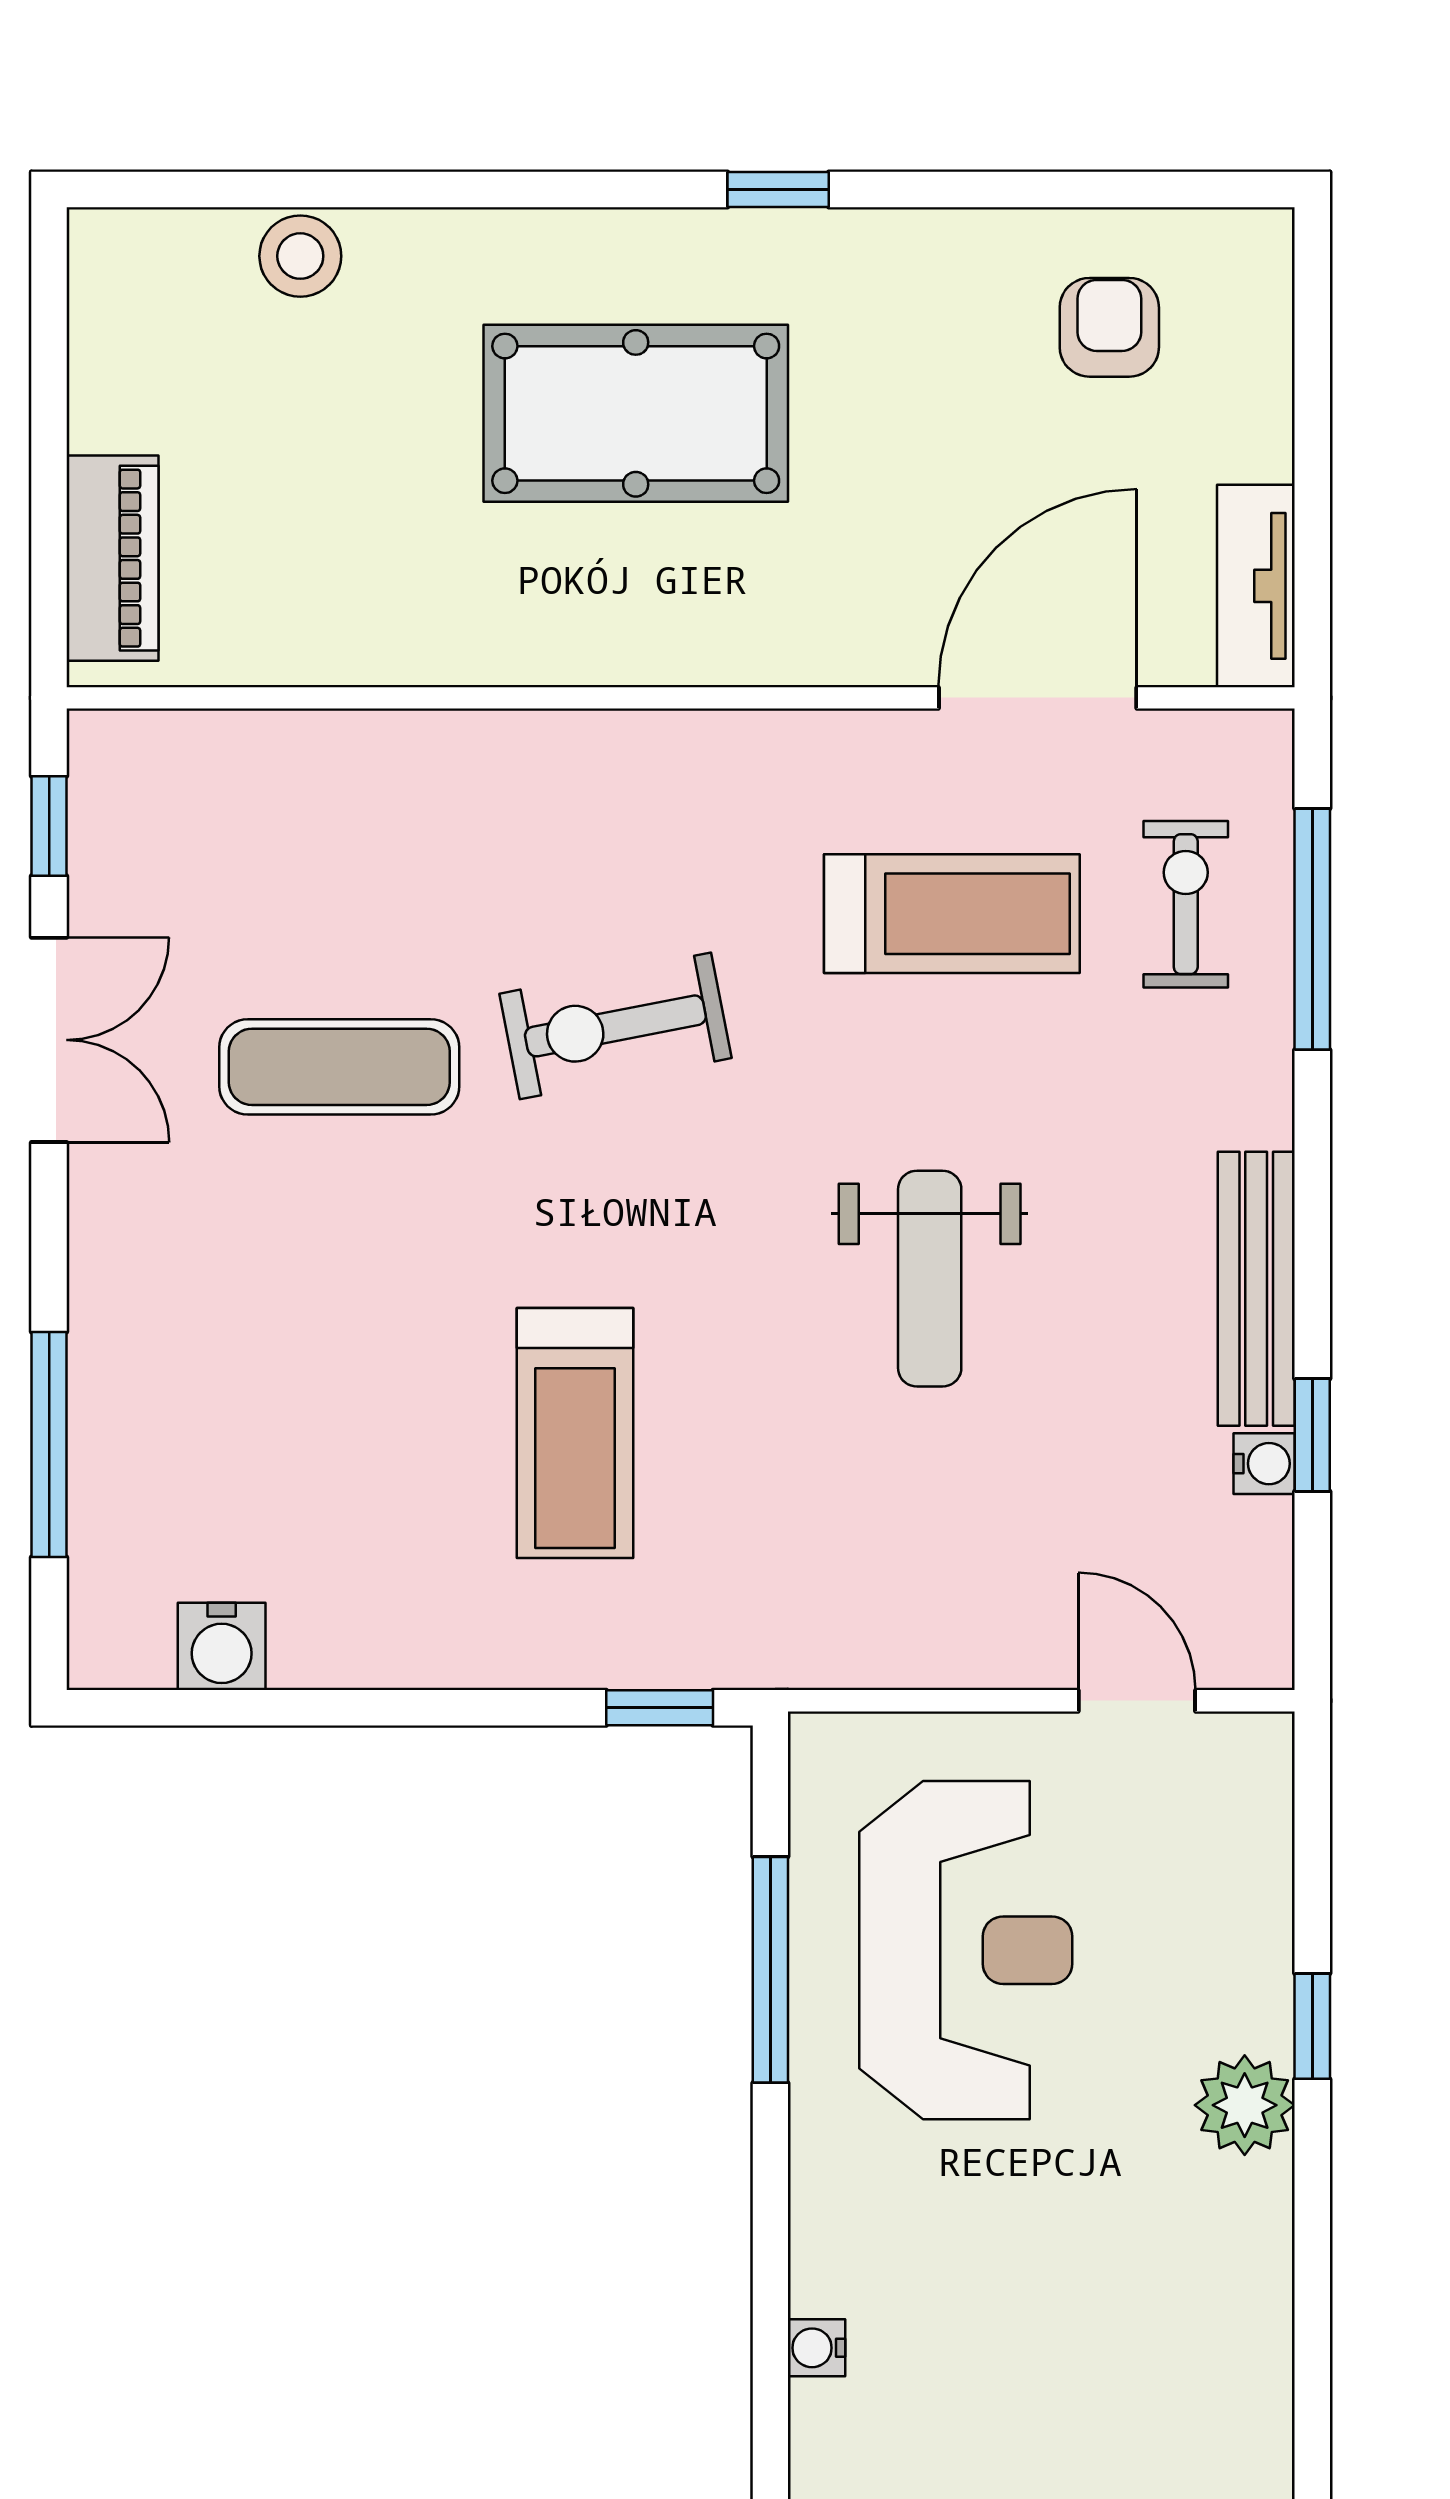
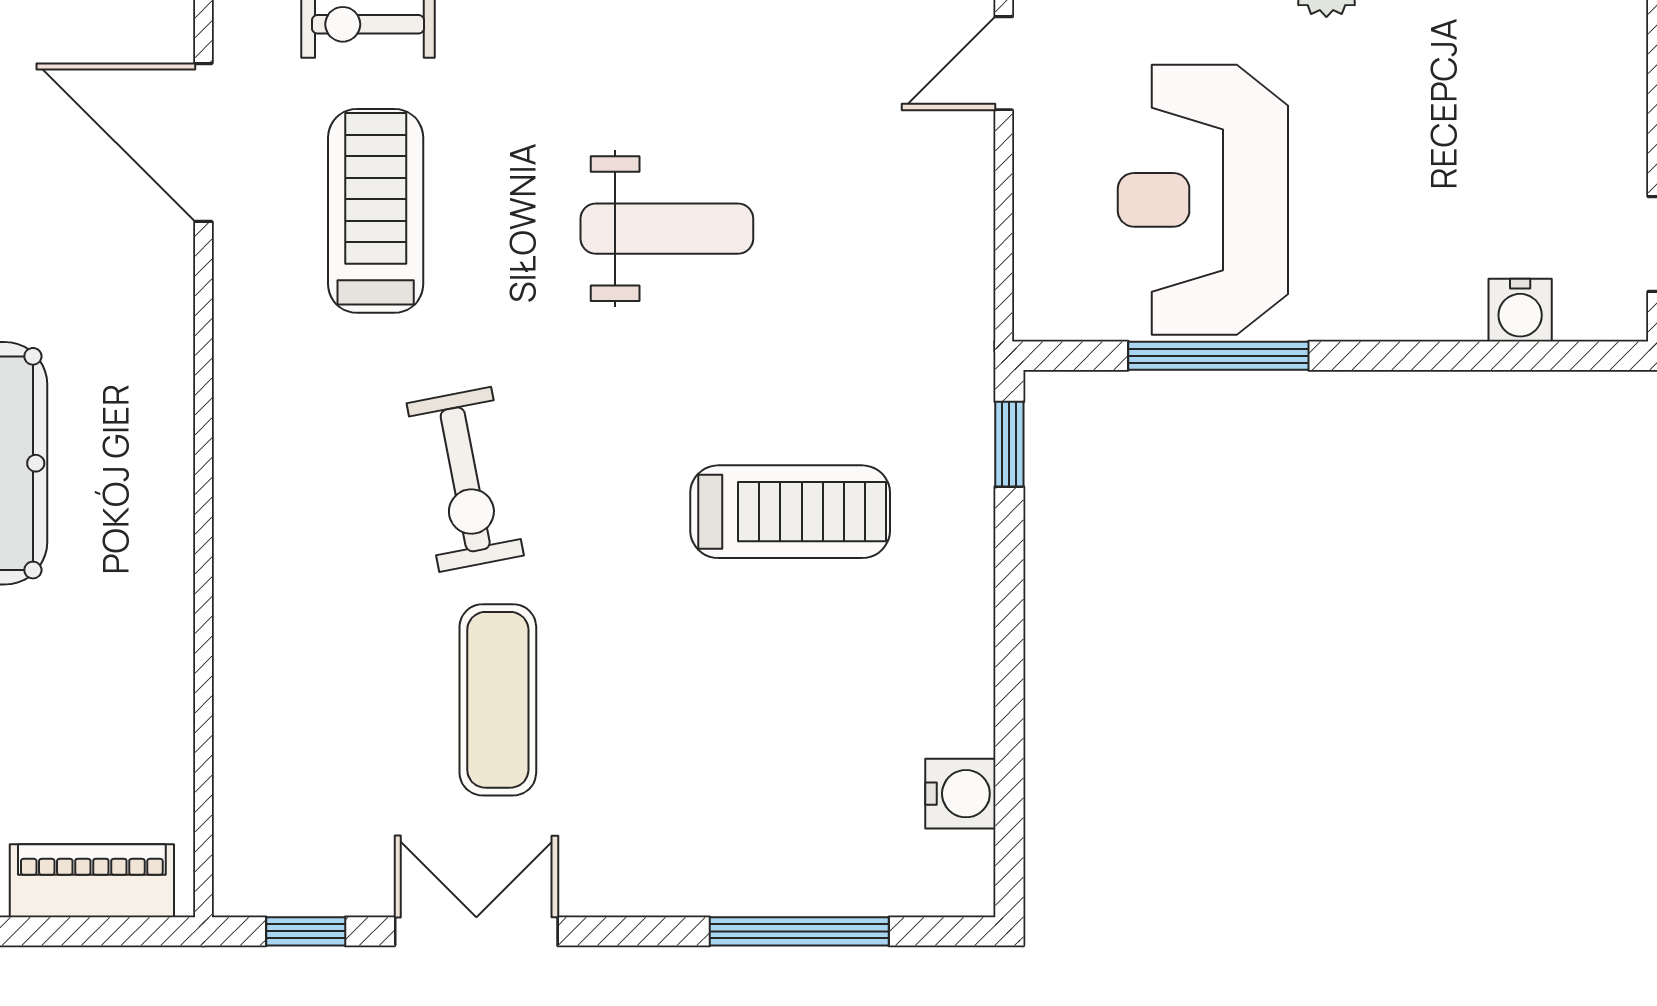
reception desk: (966, 1950) -> (1203, 200), turned -90
water cooler: (817, 2348) -> (1520, 310), width x1.38, depth x1.38

